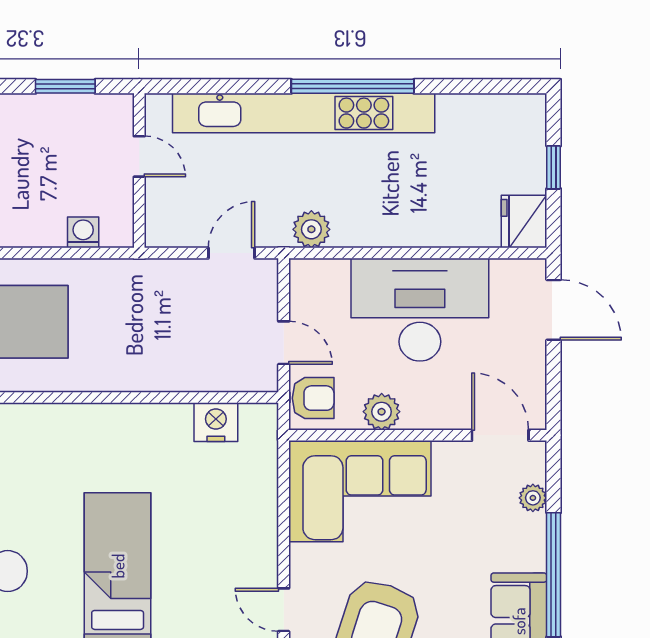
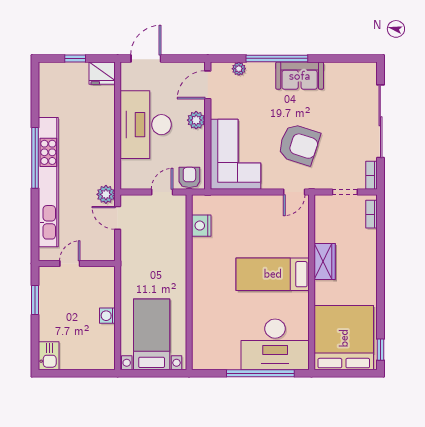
plant: (311, 229) -> (106, 194), moved
washing machine: (83, 232) -> (107, 316), moved
plant: (382, 412) -> (196, 120), moved

